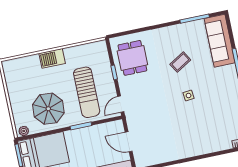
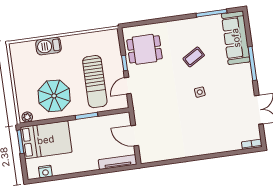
barbecue: (52, 58) -> (48, 46), moved
dining table: (132, 58) -> (144, 49), turned 90
door: (121, 104) -> (128, 86), moved

